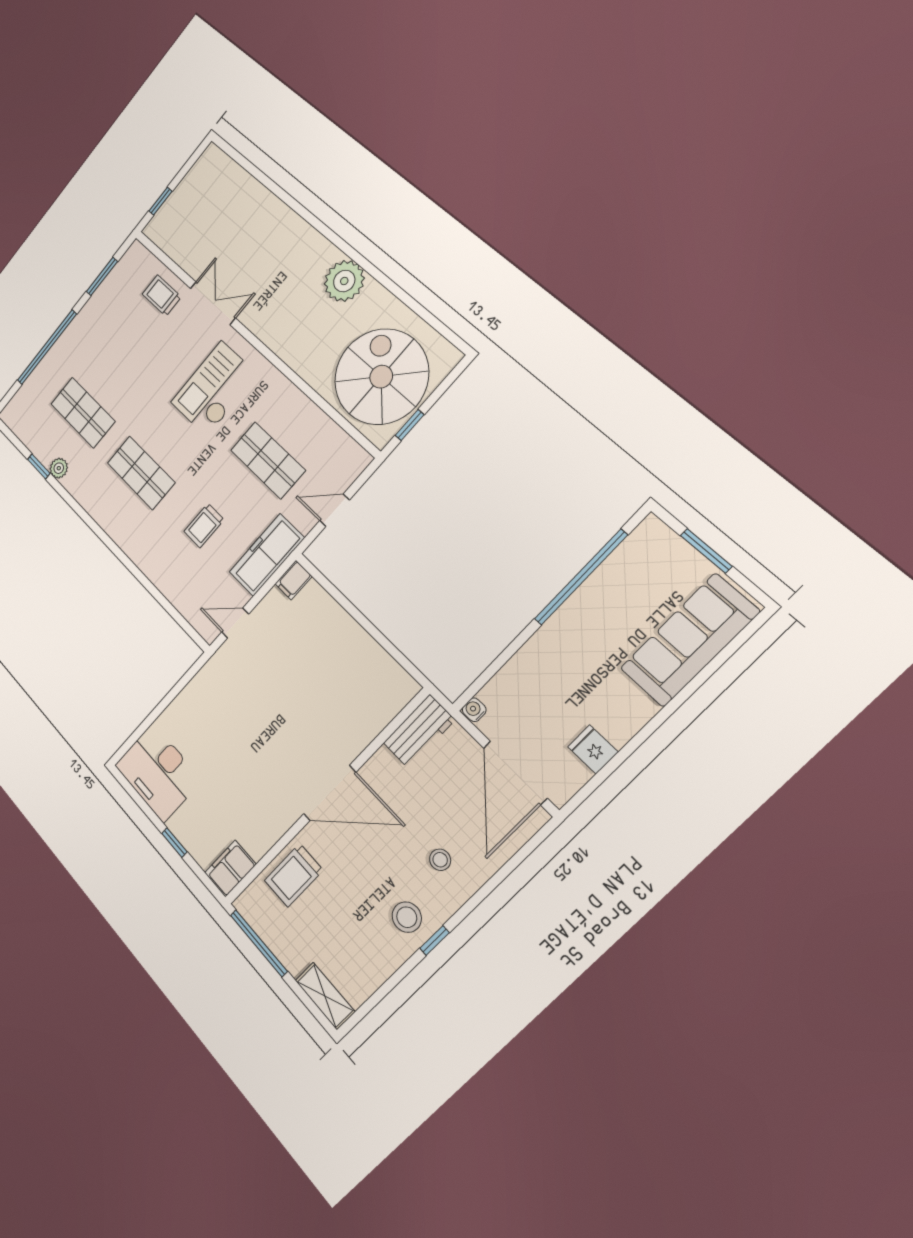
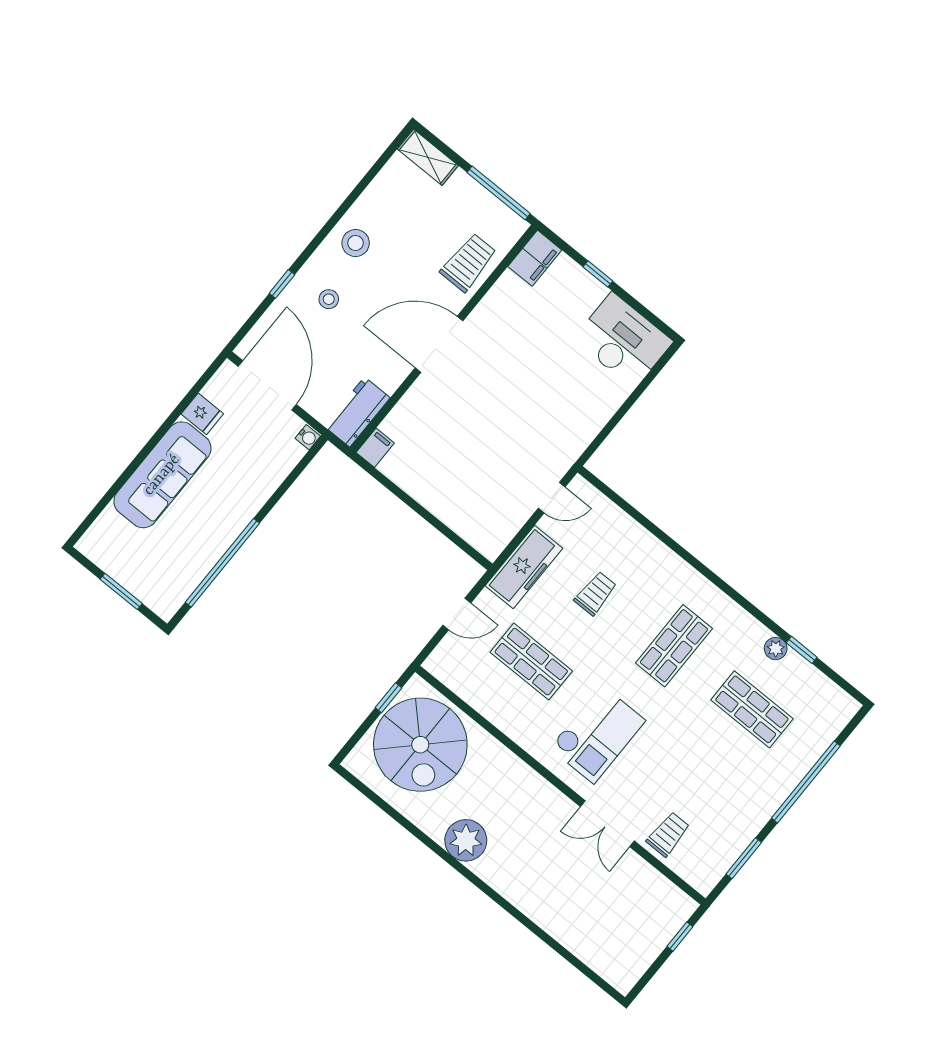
trolley: (162, 296) -> (668, 834), turned -90
shop shelf: (141, 473) -> (674, 646), turned 90
filing cabinet: (294, 580) -> (375, 448), moved
sofa: (689, 640) -> (162, 475), moved
window: (434, 940) -> (282, 284), moved

